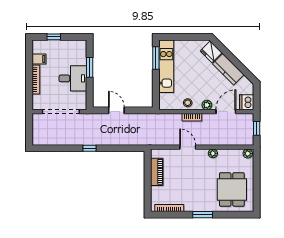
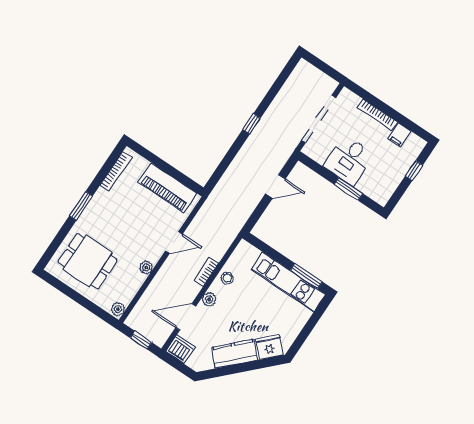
door: (226, 112) -> (186, 317), swing flipped
piano: (157, 172) -> (168, 188), width x1.37, depth x1.33

